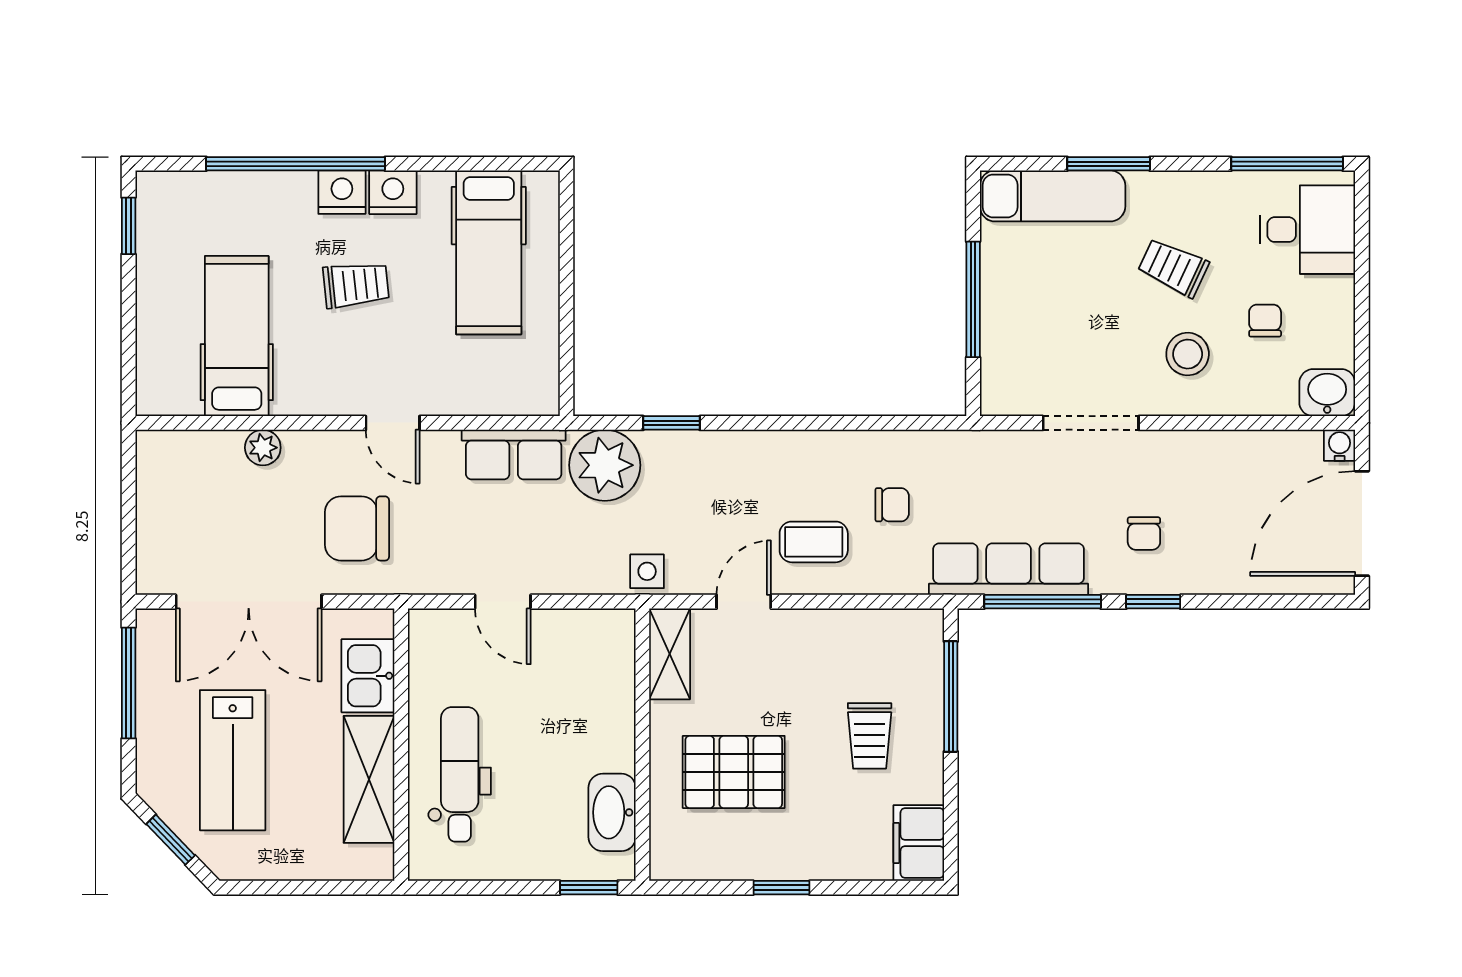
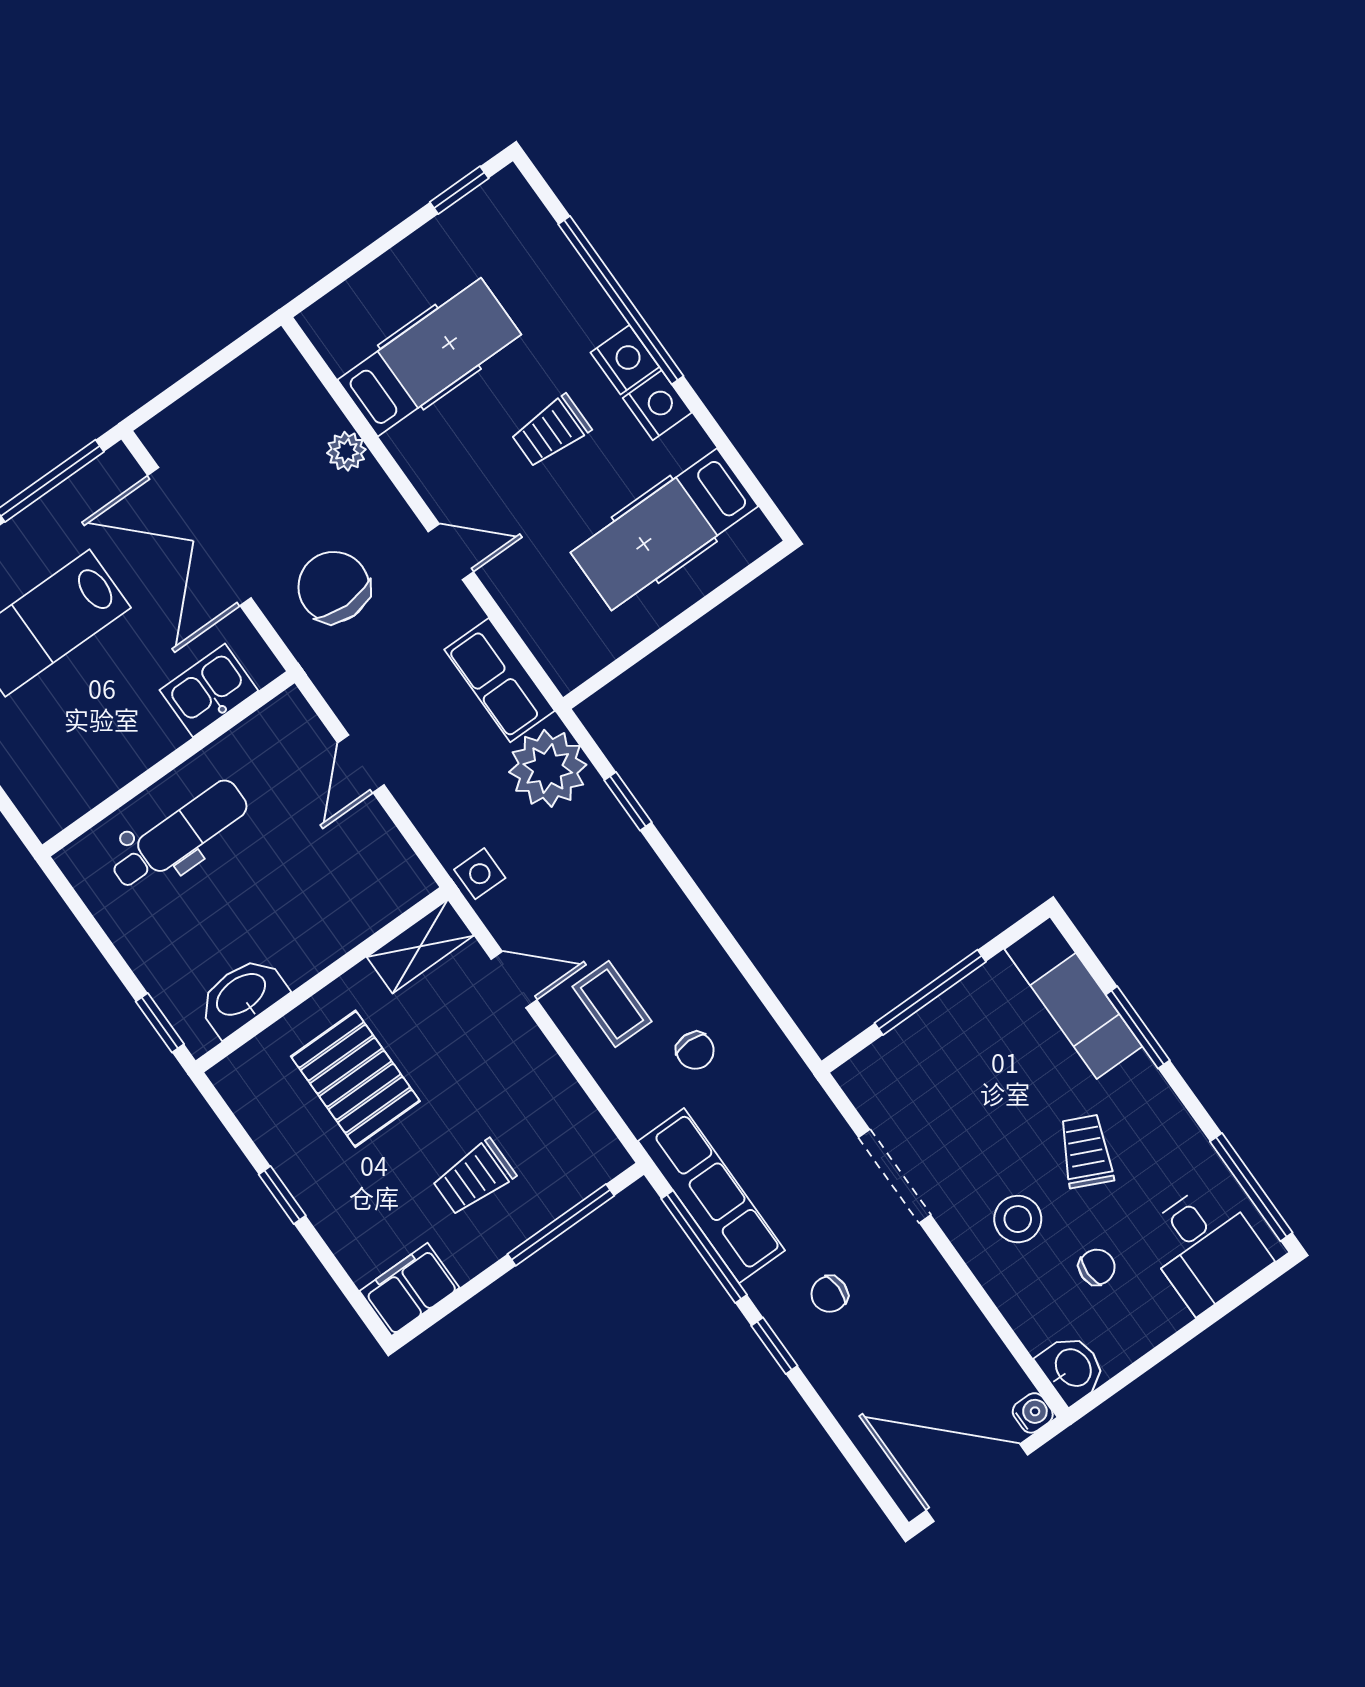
trolley: (356, 285) -> (551, 431), turned 96
door: (393, 423) -> (451, 552), swing flipped
shelving: (369, 779) -> (117, 757), removed

